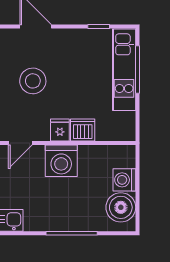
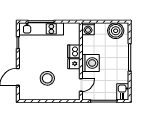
door: (20, 143) -> (81, 85), hinge flipped
washing machine: (124, 180) -> (88, 29), moved

